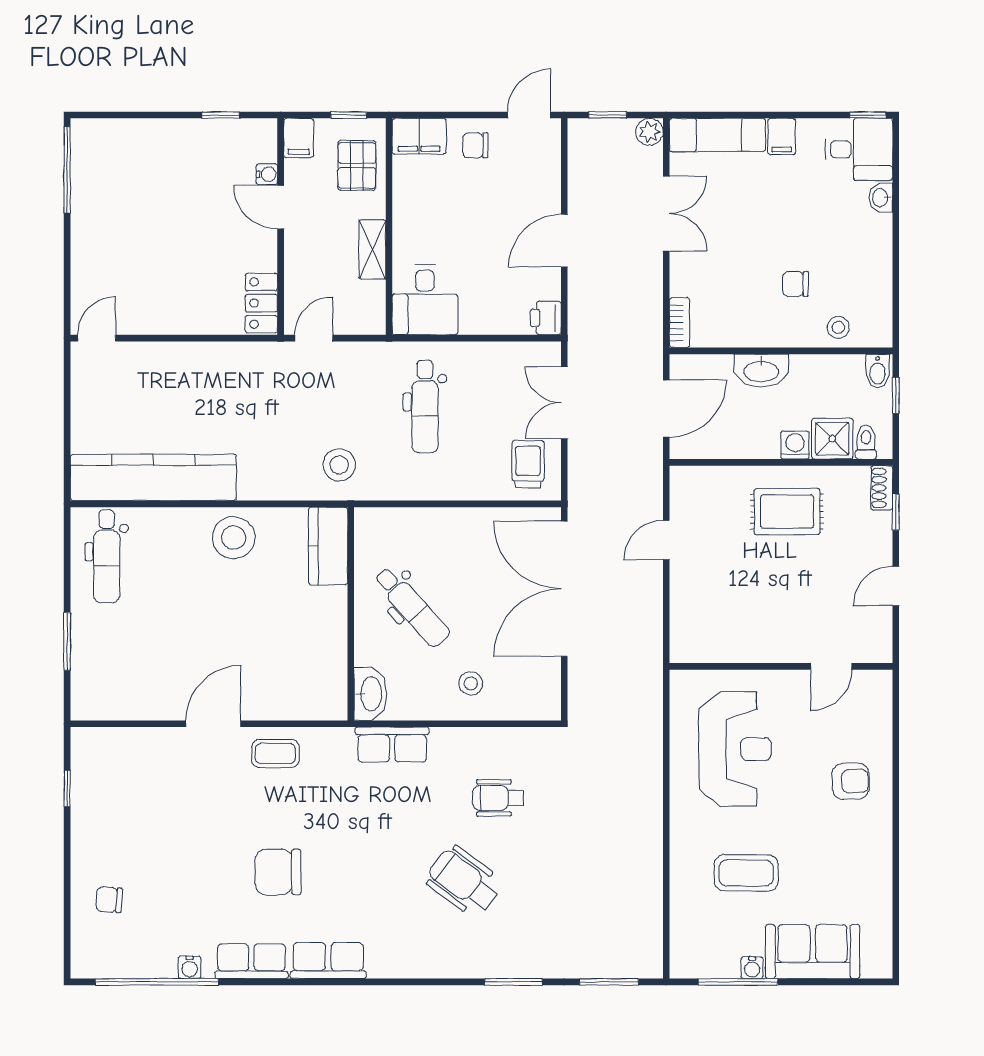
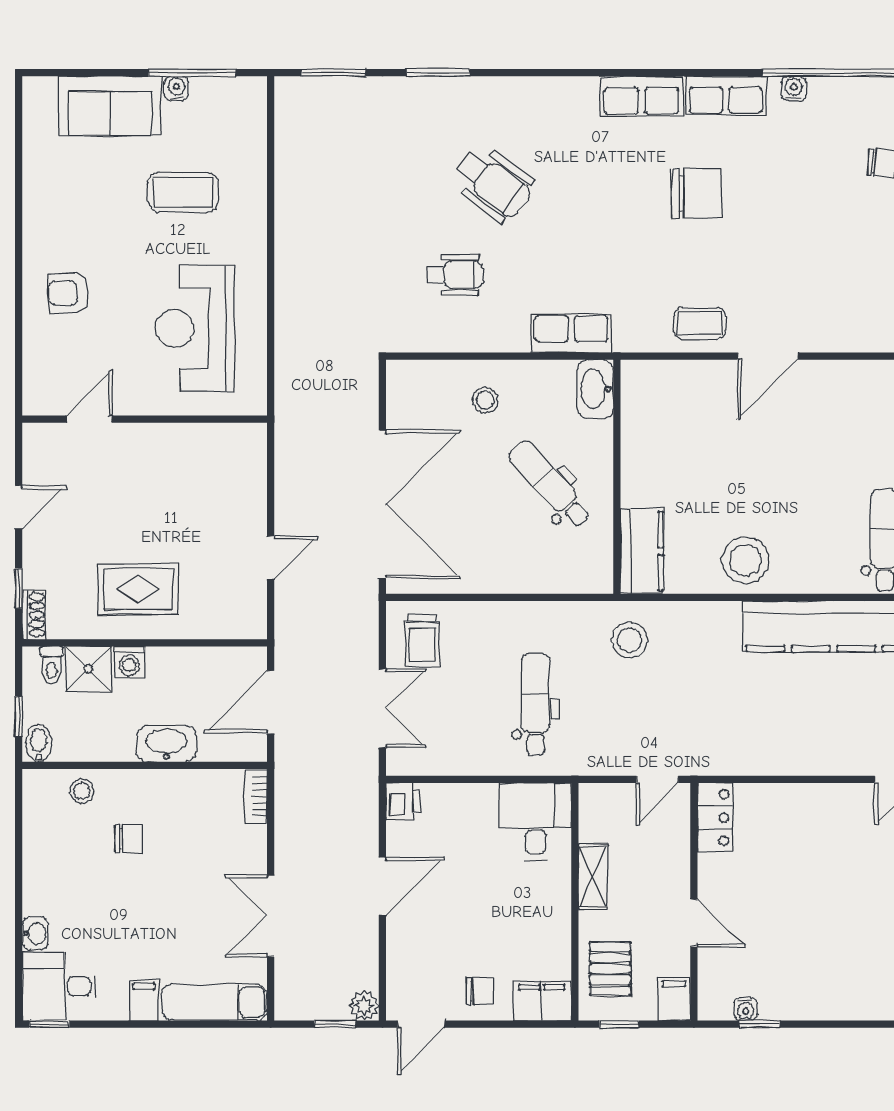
plant: (649, 132) -> (364, 1006), moved
water cooler: (267, 174) -> (746, 1009), moved, turned -90

